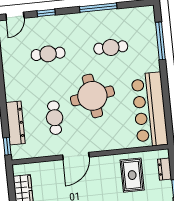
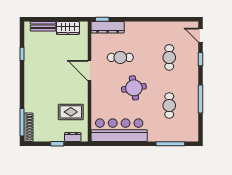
round table: (92, 96) -> (134, 88), width x0.73, depth x0.73
dresser: (15, 123) -> (108, 27), moved

